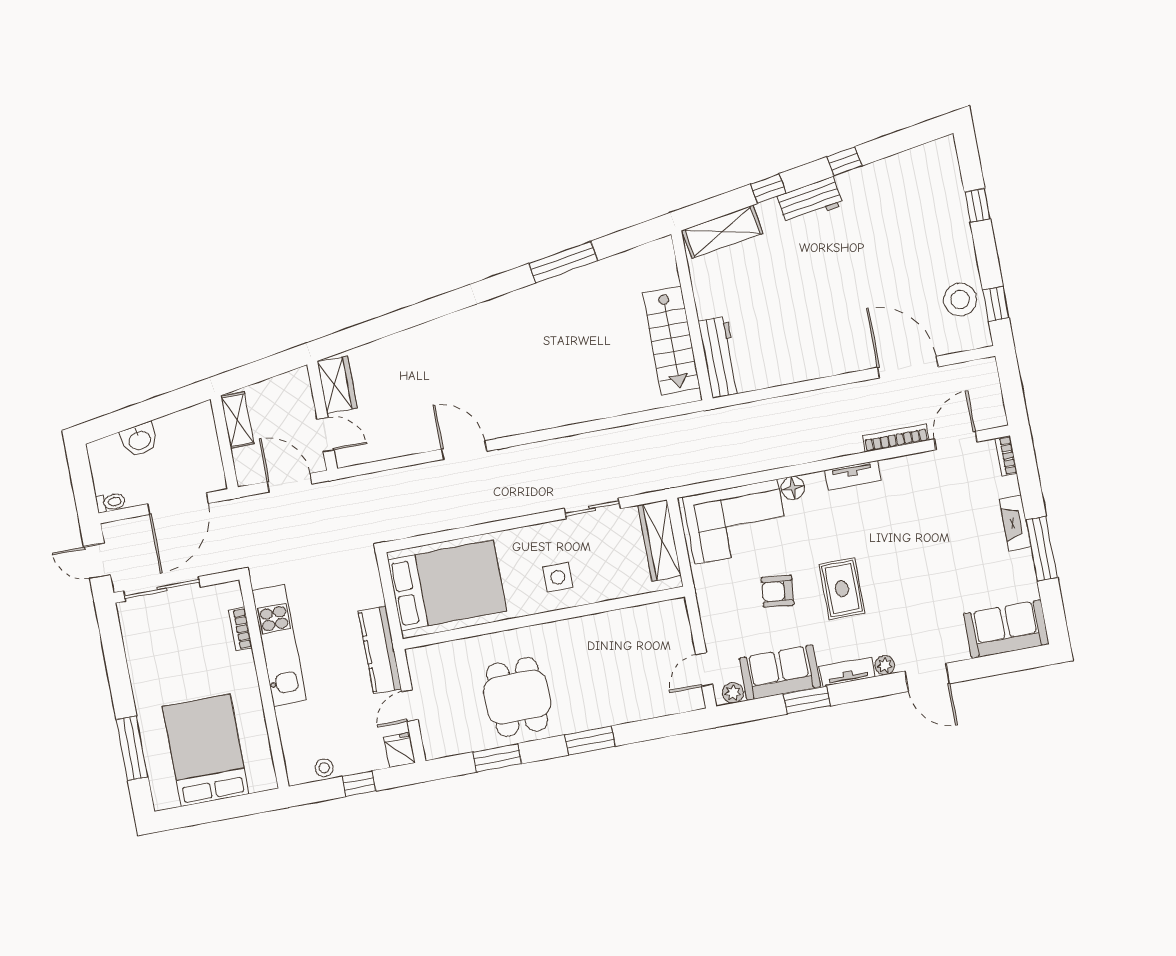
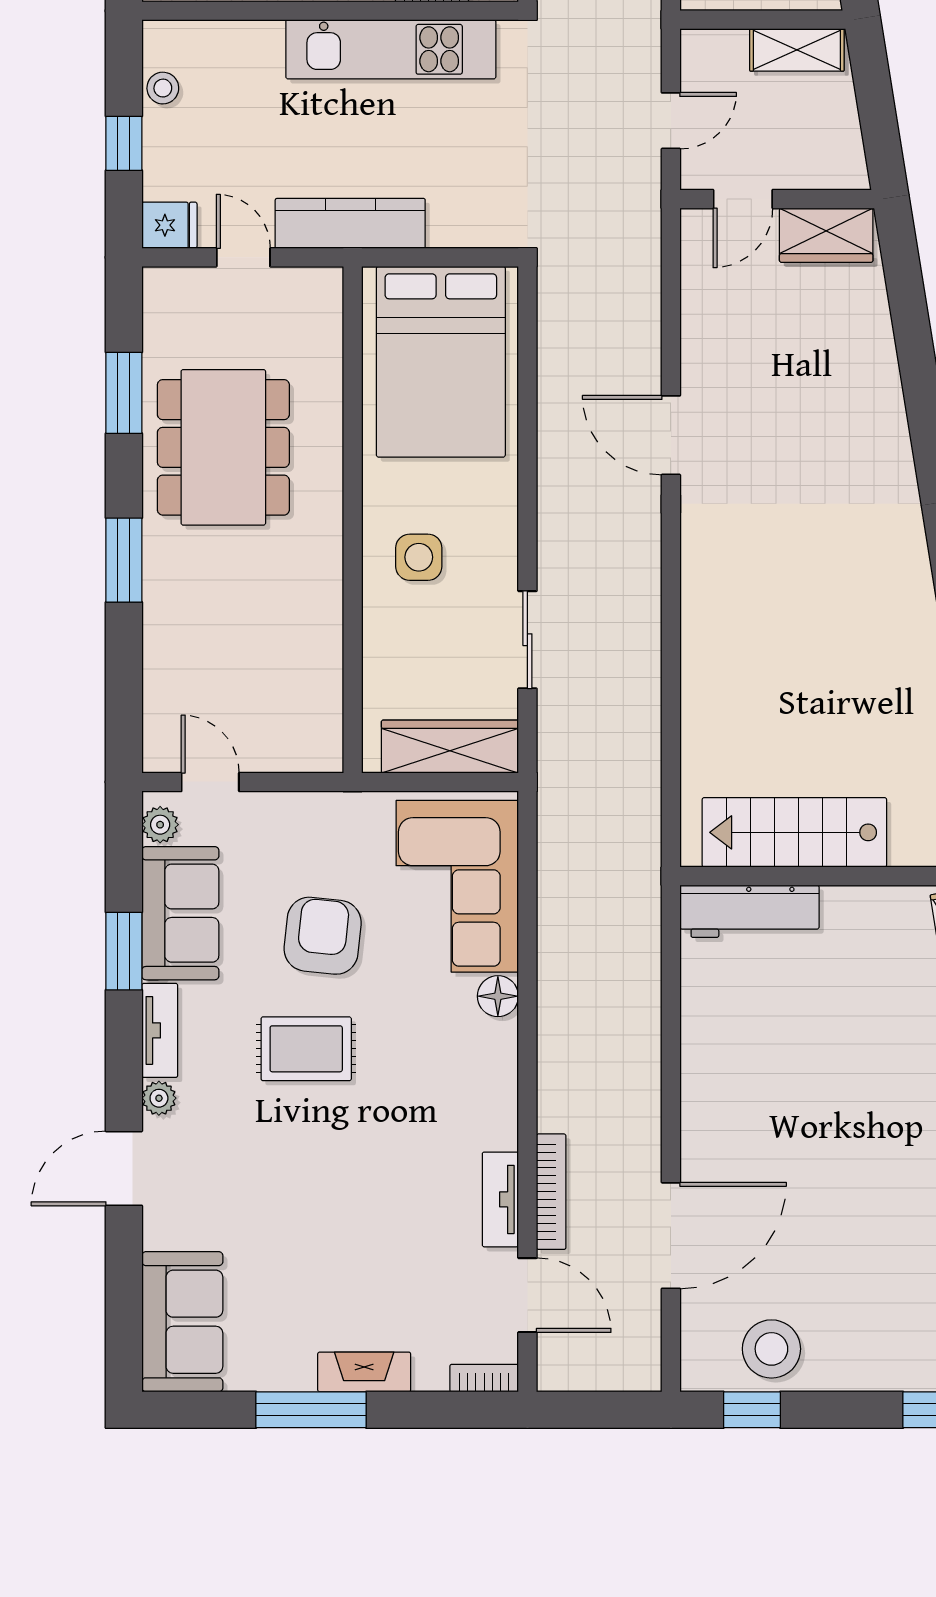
door: (464, 450) -> (671, 435), swing flipped
tv unit: (853, 475) -> (500, 1199), moved
door: (290, 483) -> (671, 121), width x0.73
armchair: (778, 591) -> (323, 936), width x1.38, depth x1.38
dining table: (517, 697) -> (223, 447), width x1.38

